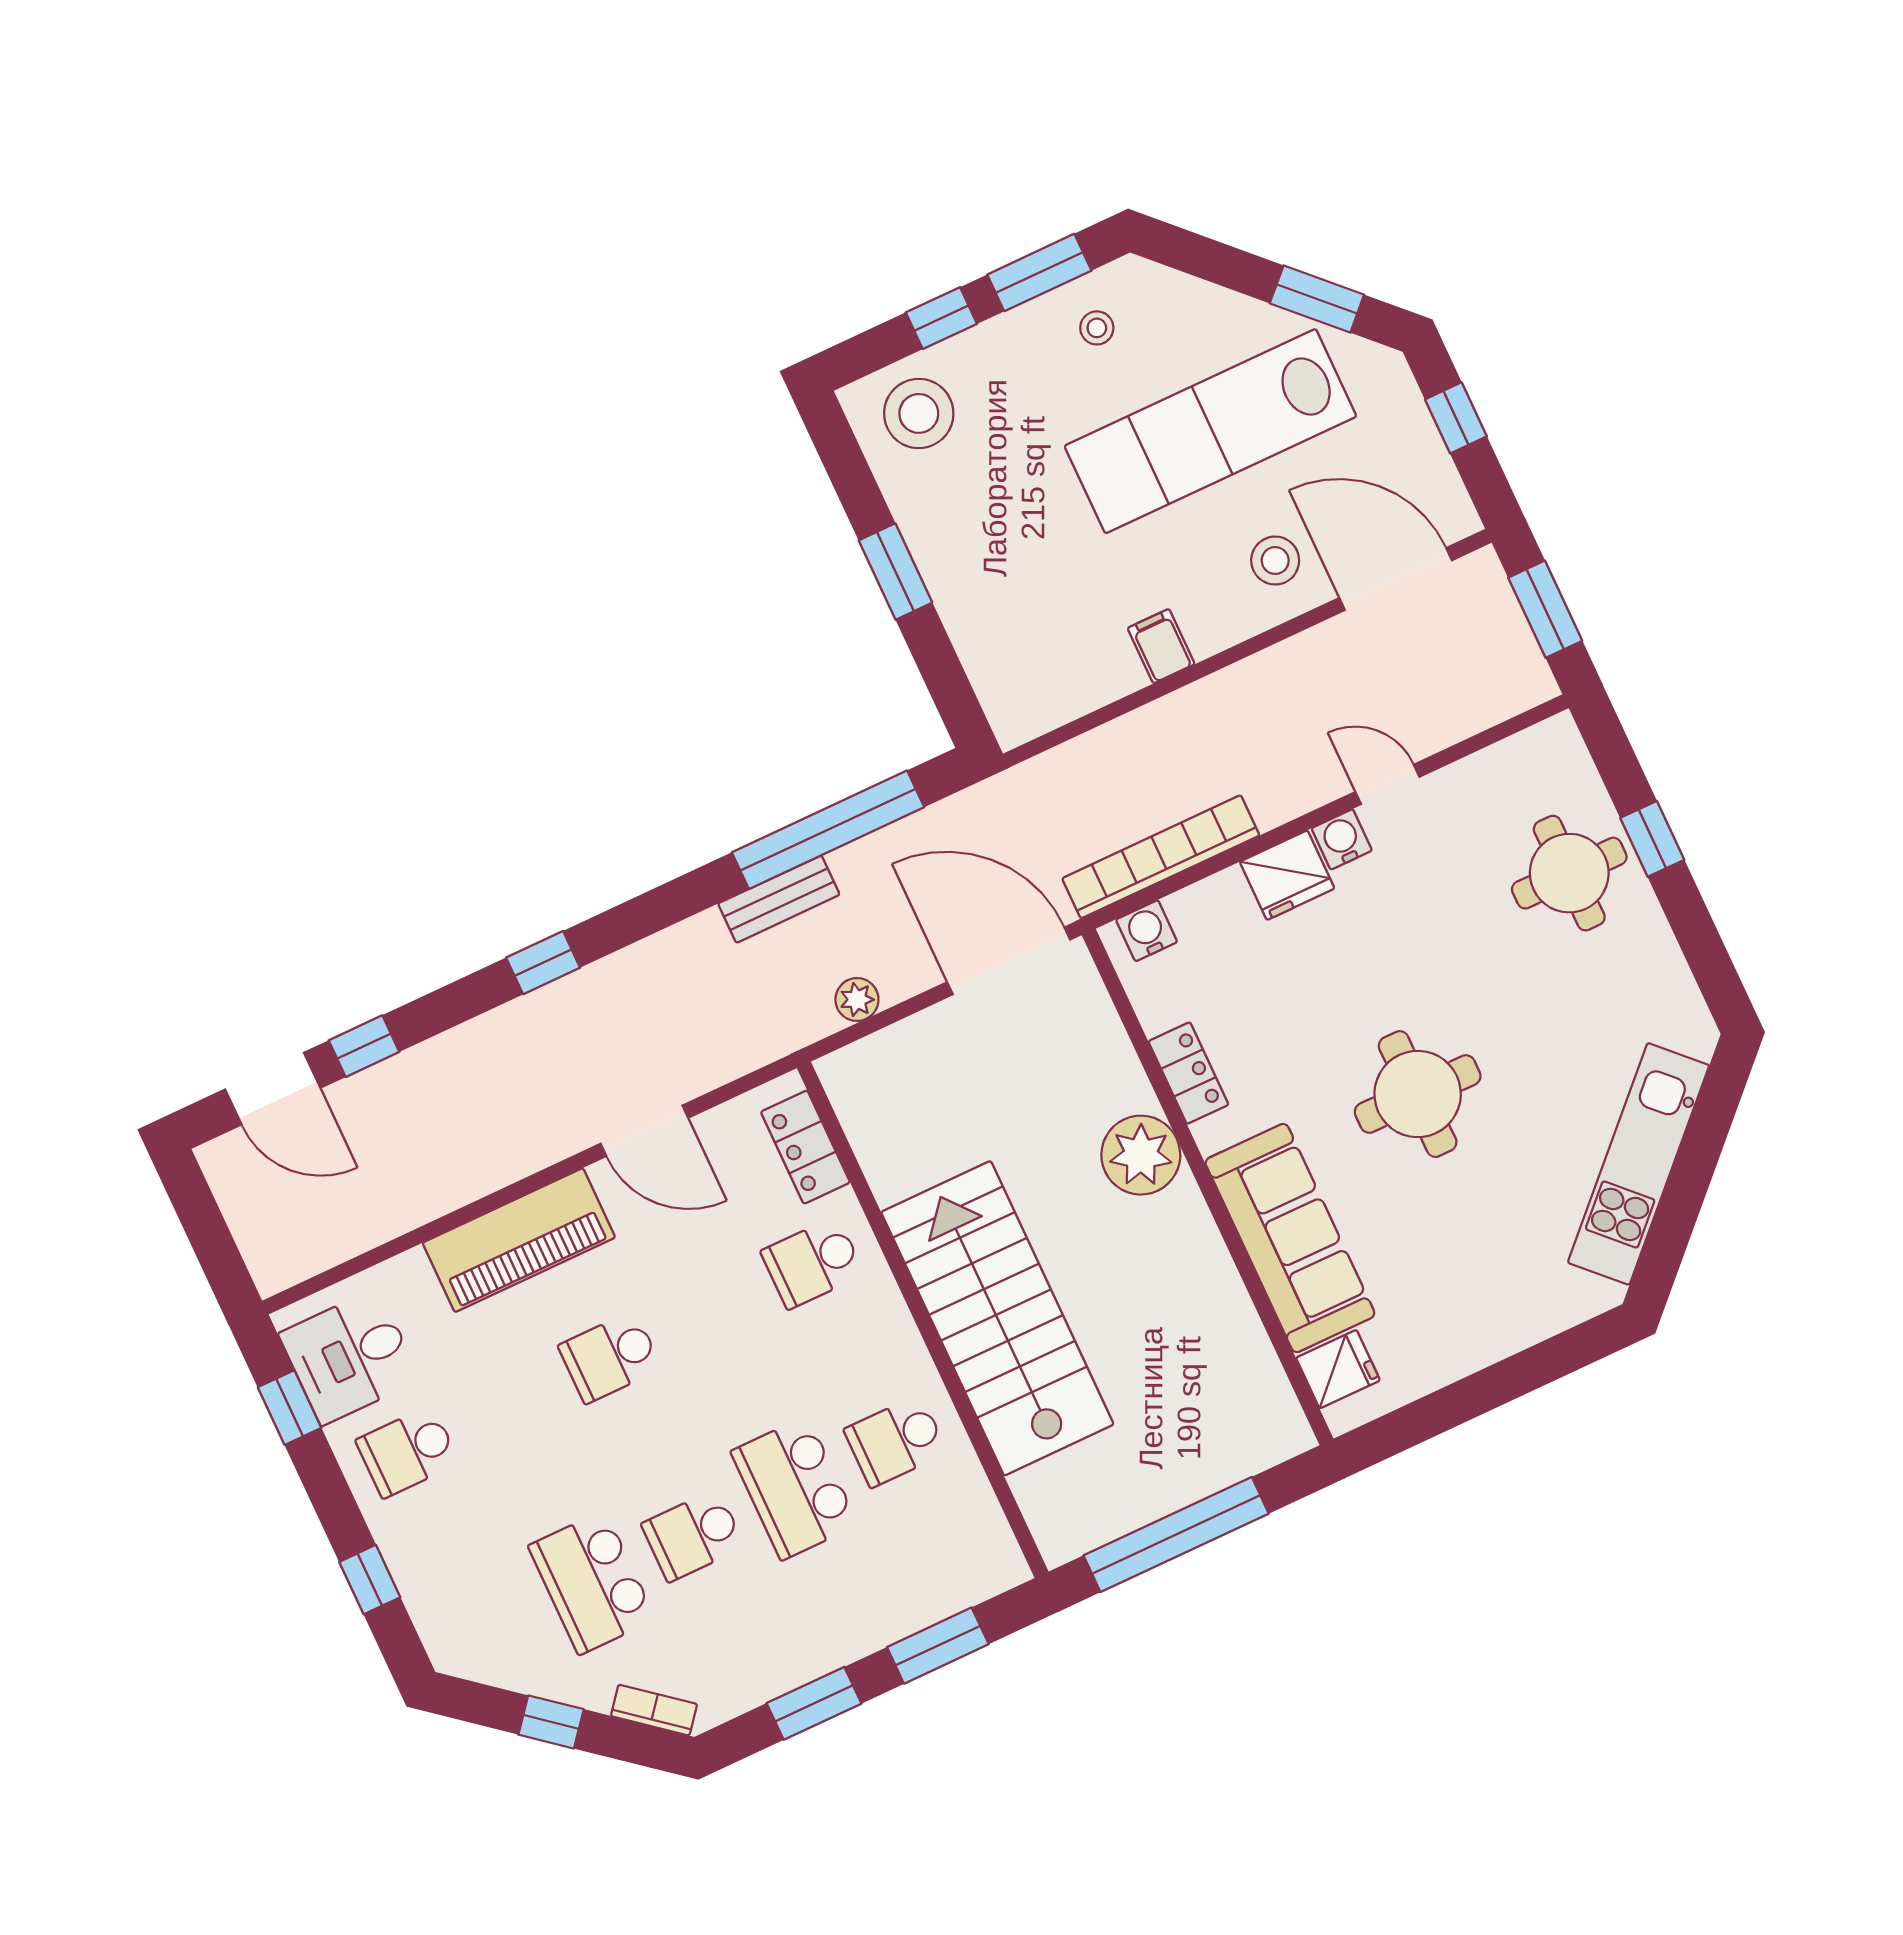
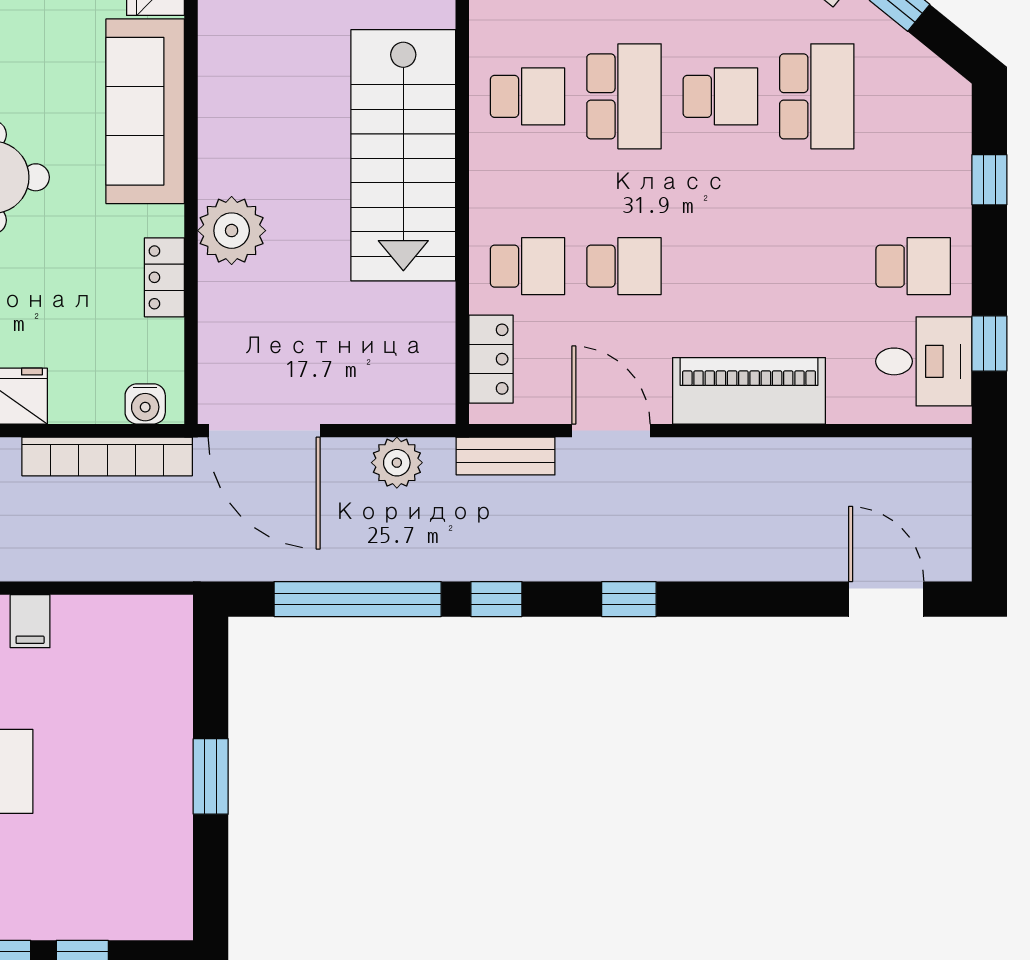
stool: (919, 413) -> (135, 892), removed
bench: (779, 899) -> (506, 456), moved
plant: (857, 1000) -> (397, 463), width x1.38, depth x1.38
window: (364, 1046) -> (496, 599), moved
school desk: (610, 1357) -> (624, 266), moved

